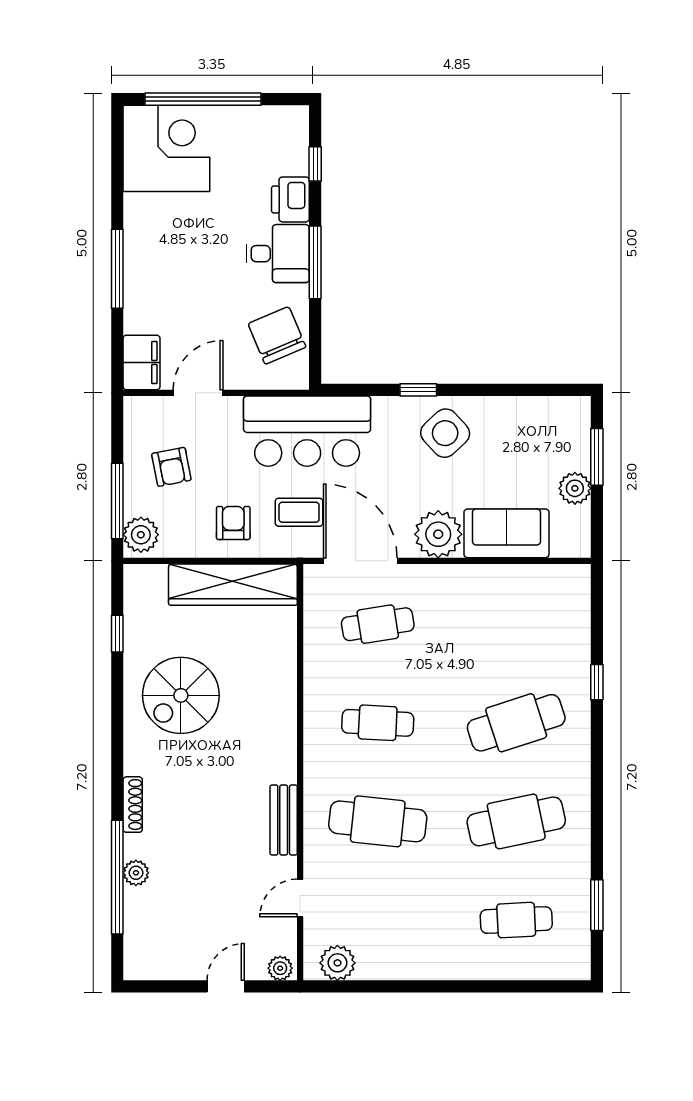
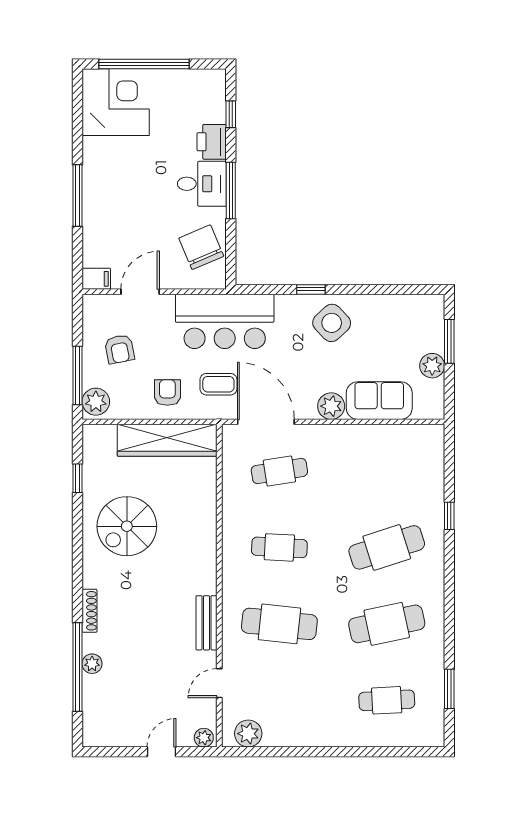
filing cabinet: (142, 362) -> (96, 279), width x0.50
plant: (438, 534) -> (331, 406), width x0.73, depth x0.73

